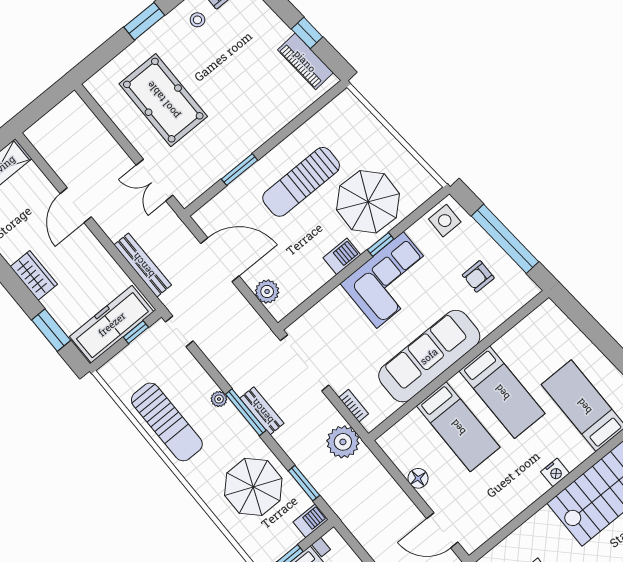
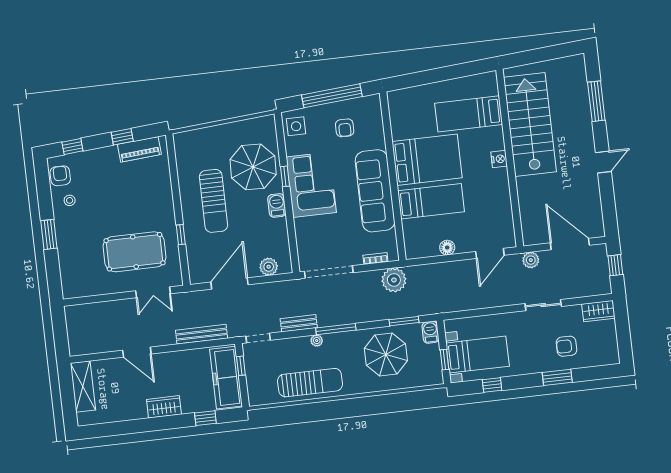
pool table: (163, 100) -> (134, 252), moved
window: (240, 170) -> (181, 235), width x0.67
window: (51, 330) -> (205, 418), width x0.67
bed: (502, 392) -> (427, 160), width x1.50
bench: (262, 411) -> (299, 323), moved

